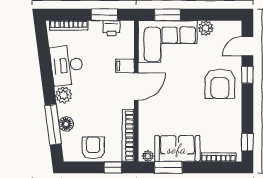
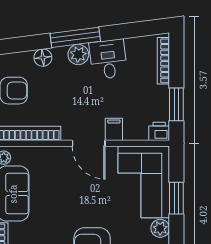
window: (168, 15) -> (176, 198), moved
printer: (111, 28) -> (159, 131), moved, turned 90
desk: (67, 65) -> (108, 59), width x0.73
window: (53, 125) -> (75, 37), moved

